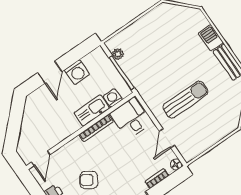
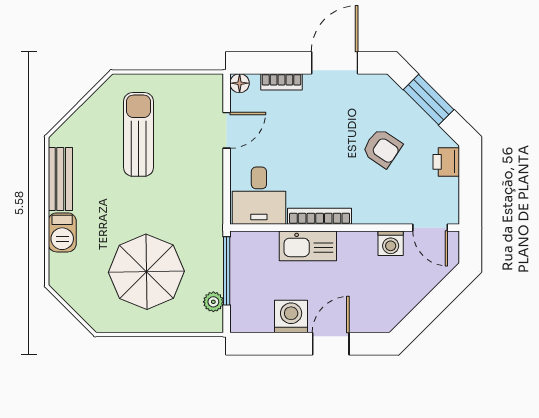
parasol: (159, 47) -> (146, 272), added
washing machine: (113, 98) -> (391, 243), moved
sun lounger: (185, 100) -> (138, 134), moved, turned 90
door: (41, 158) -> (430, 228), swing flipped

